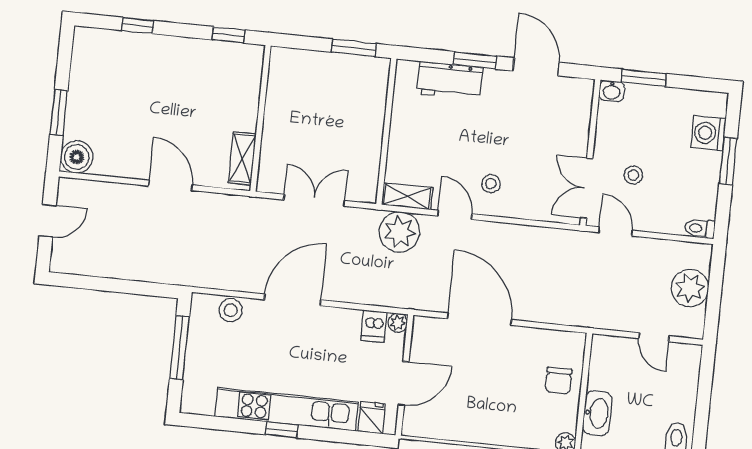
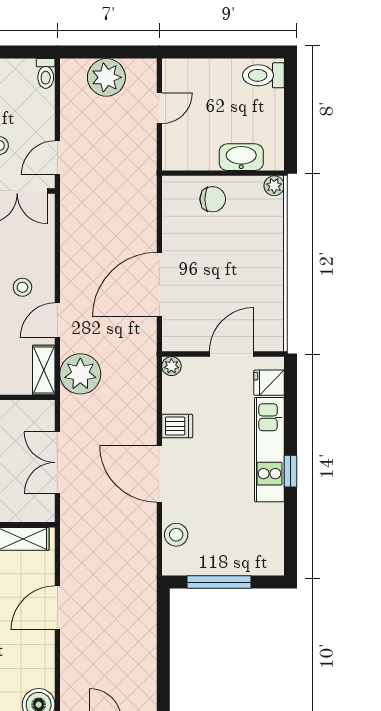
dishwasher: (374, 326) -> (177, 426), moved
door: (404, 383) -> (232, 354), hinge flipped
kitchen unit: (287, 409) -> (269, 450), width x0.73

